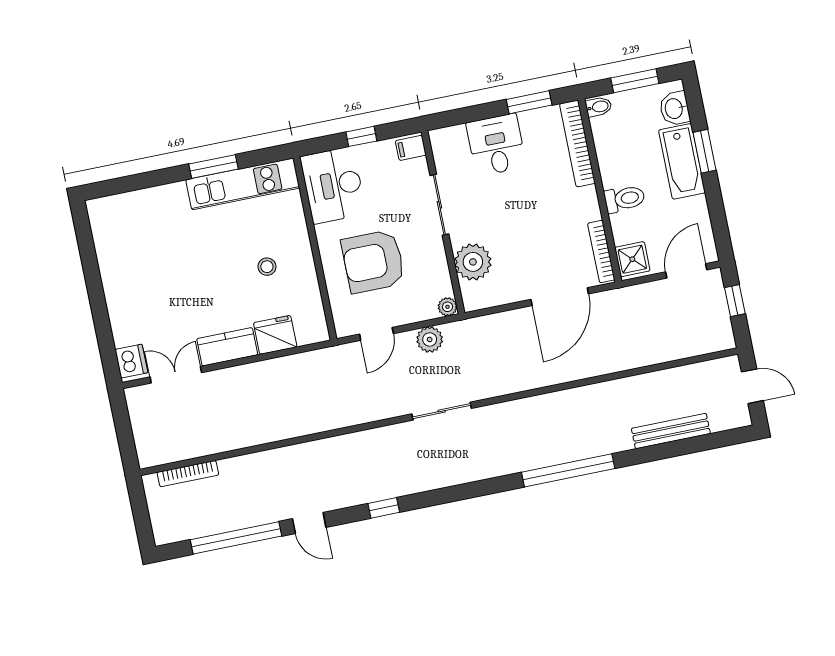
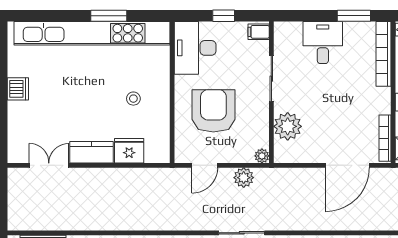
kitchen unit: (243, 184) -> (92, 33), width x1.86
armchair: (373, 261) -> (213, 111), turned 90
dishwasher: (131, 361) -> (18, 89), moved

